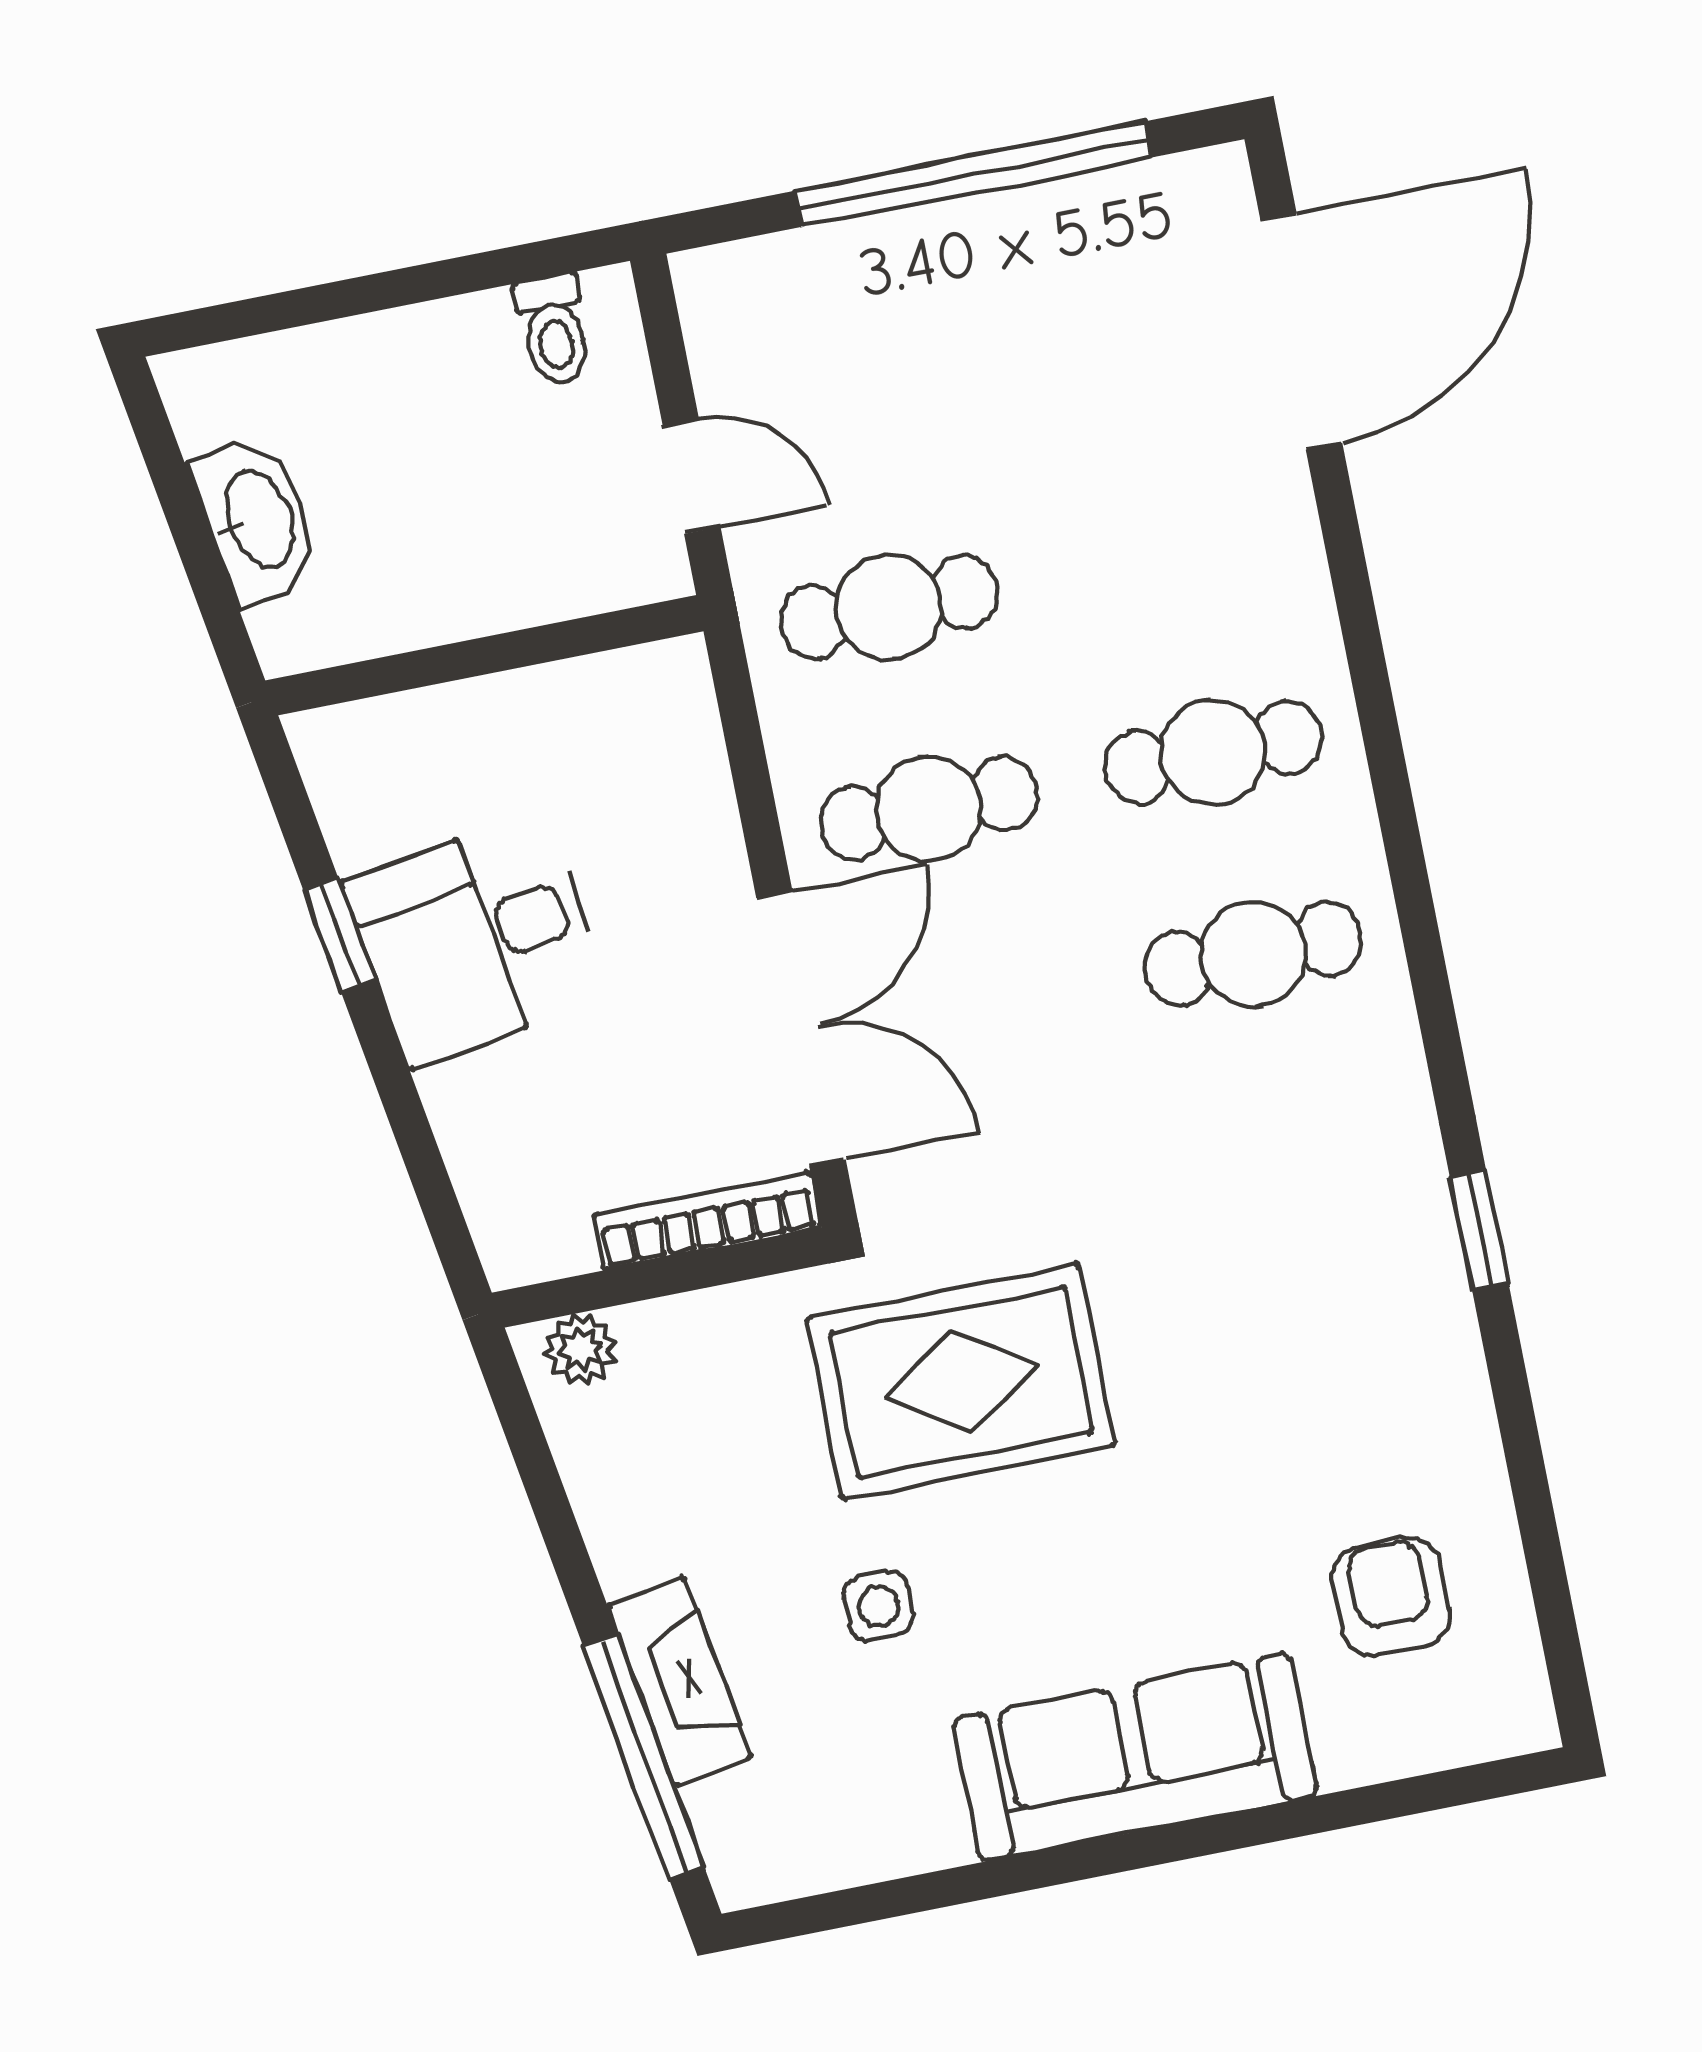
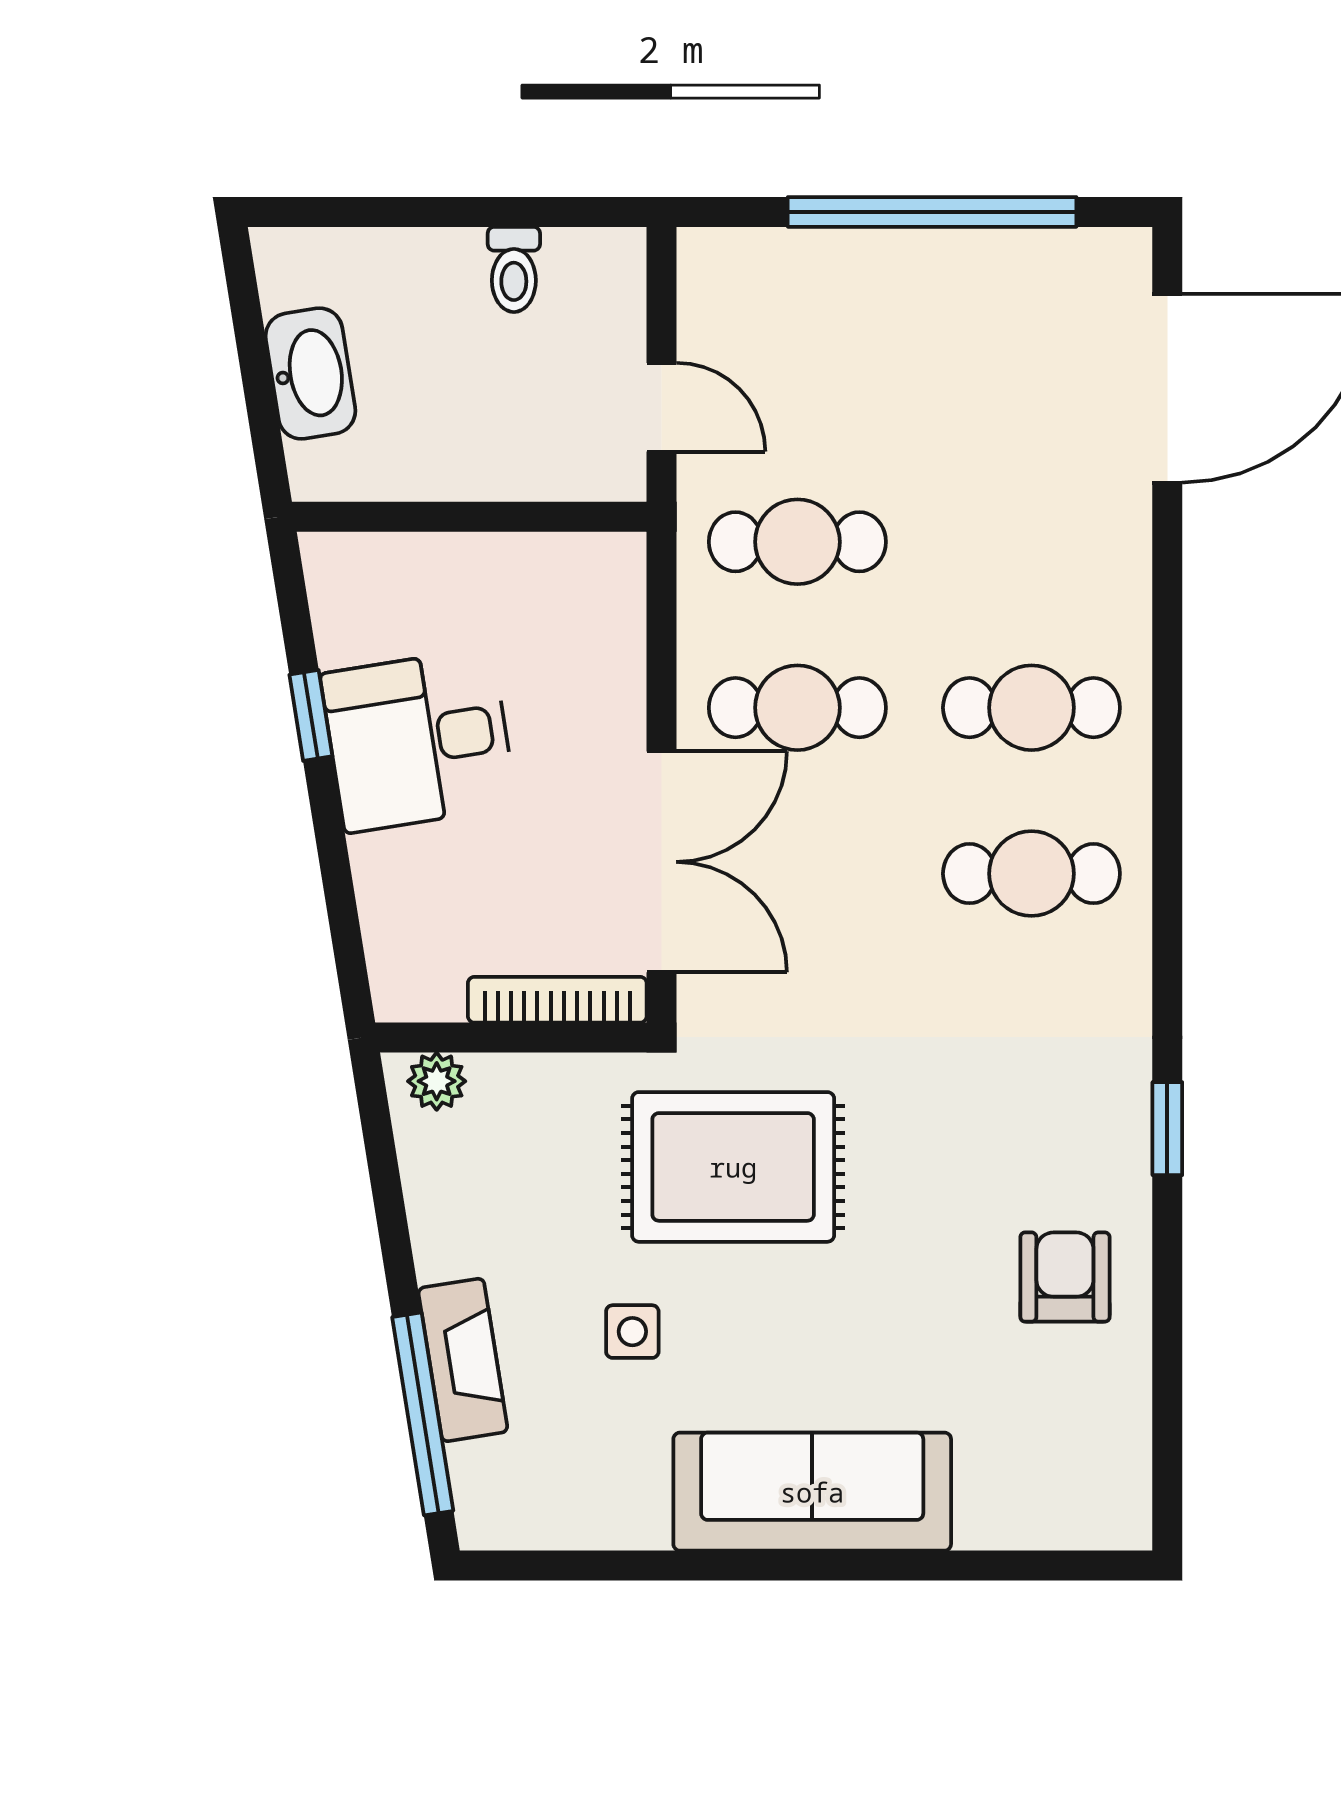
toilet: (554, 330) -> (514, 269), moved
armchair: (1391, 1597) -> (1065, 1277), moved

